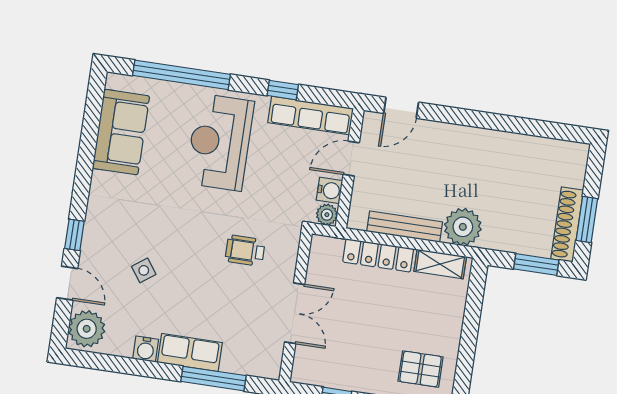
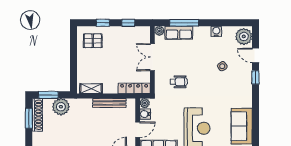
plant: (463, 227) -> (61, 107), moved
locker: (378, 255) -> (134, 88), moved
row of seats: (190, 352) -> (179, 33), moved
plant: (271, 369) -> (159, 31), added

